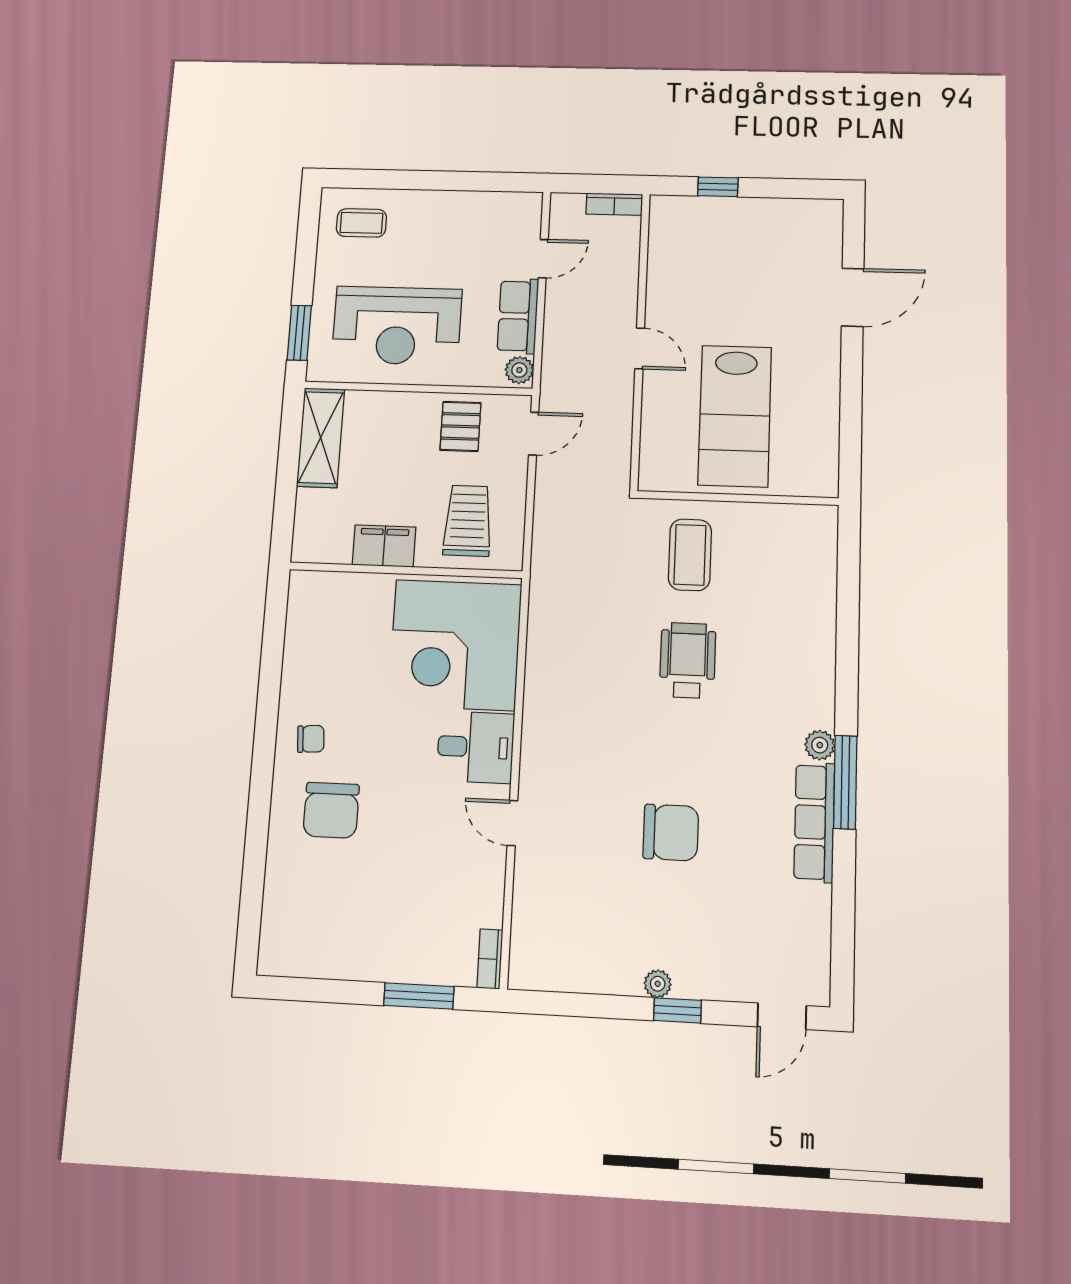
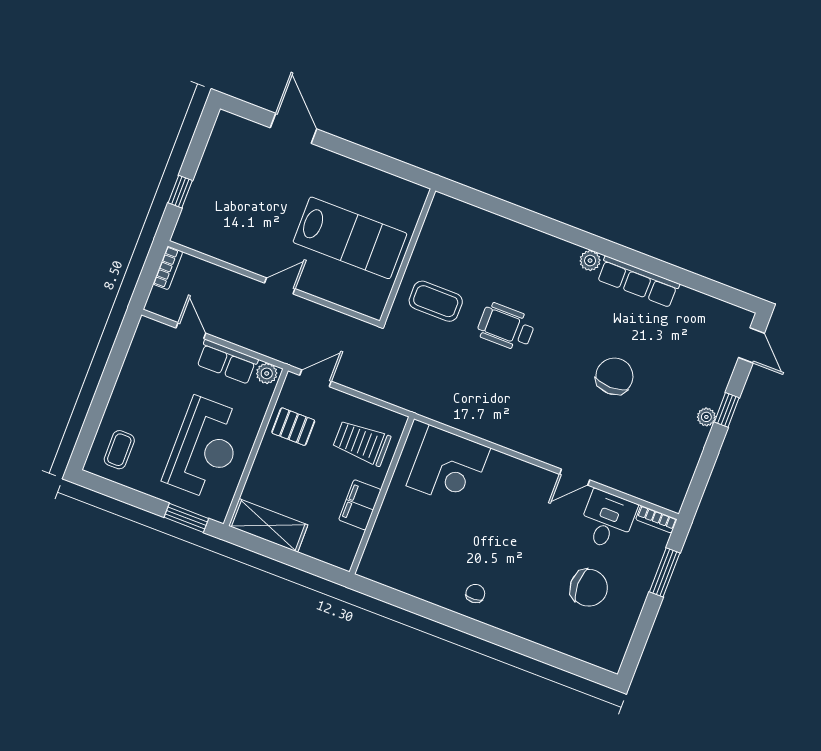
door: (534, 434) -> (316, 378), hinge flipped
corner desk: (455, 645) -> (448, 467), width x0.74, depth x0.74
desk: (475, 747) -> (607, 520), moved
window: (845, 782) -> (619, 253), removed
chair: (331, 810) -> (589, 588), moved

